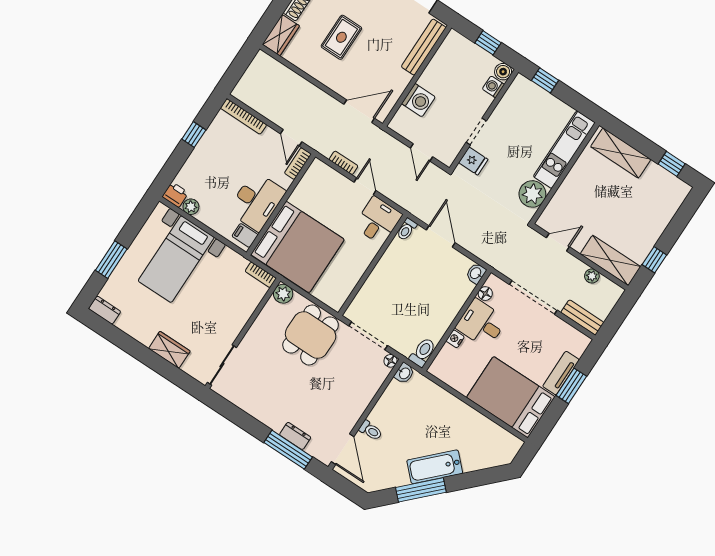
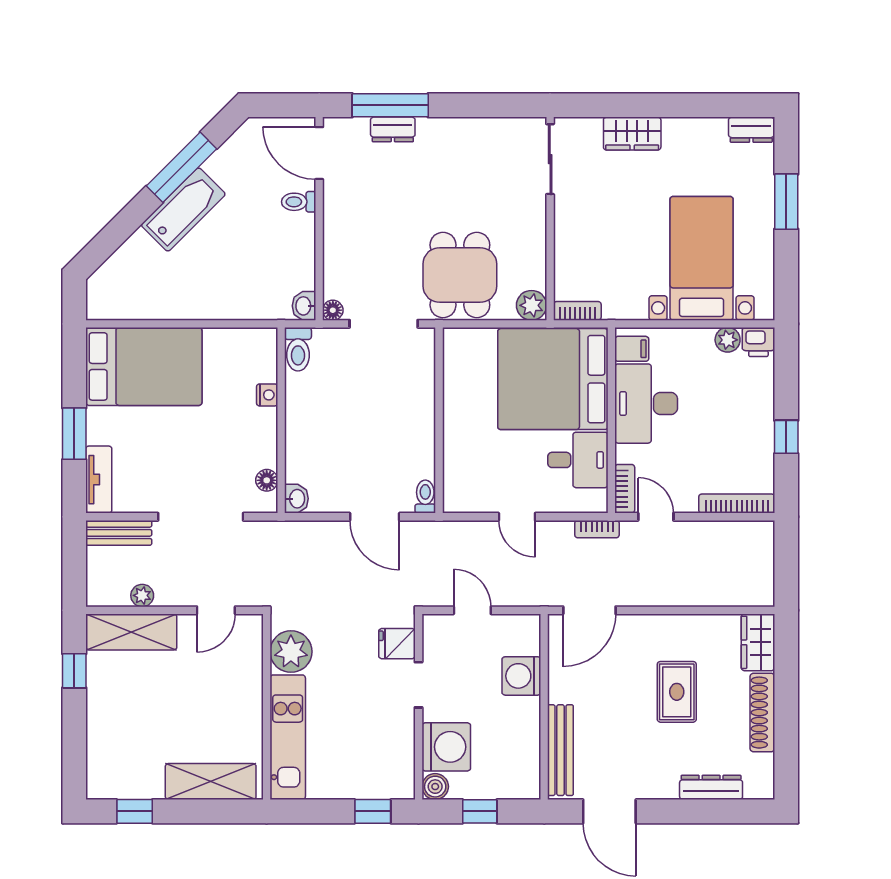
washing machine: (493, 87) -> (446, 747), width x1.89, depth x1.89
bookcase: (343, 163) -> (597, 529), moved
desk: (378, 221) -> (578, 460), moved, turned -90
desk: (481, 323) -> (246, 438), removed
tv unit: (561, 373) -> (99, 480), moved

